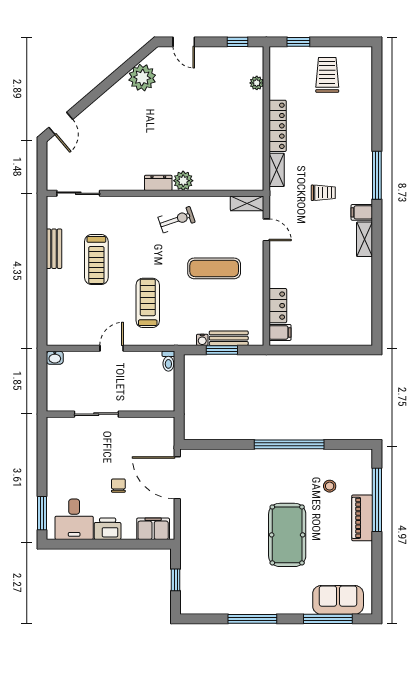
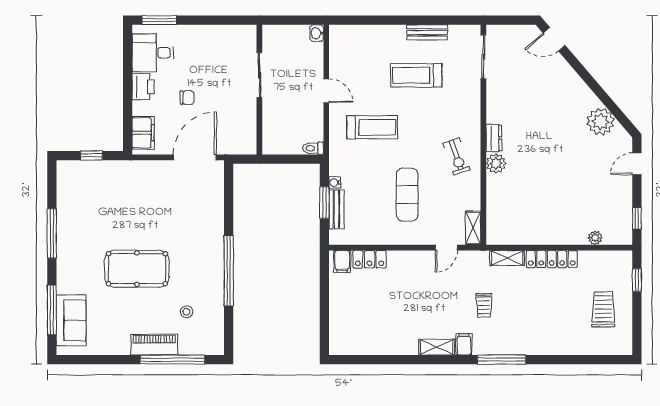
trolley: (327, 75) -> (603, 309), turned -90

